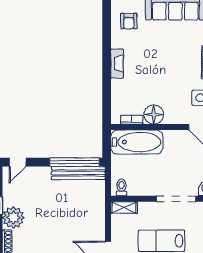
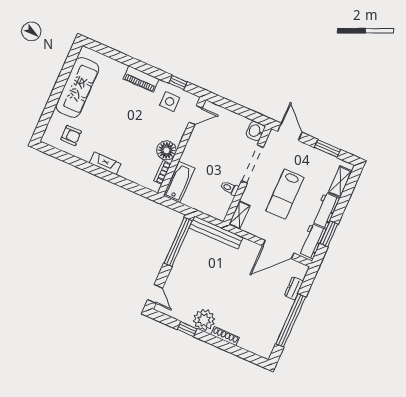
bathtub: (137, 142) -> (179, 182), width x0.73, depth x0.73
bench: (78, 173) -> (216, 232), moved, turned 90
toilet: (121, 187) -> (229, 188), moved

